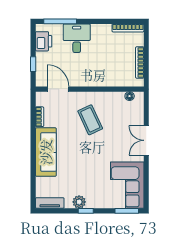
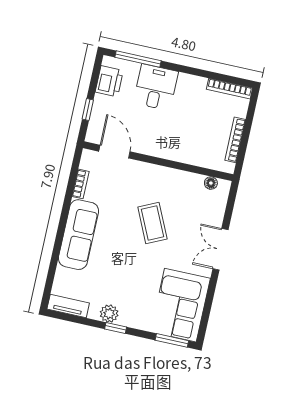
coffee table: (90, 120) -> (152, 223), moved

